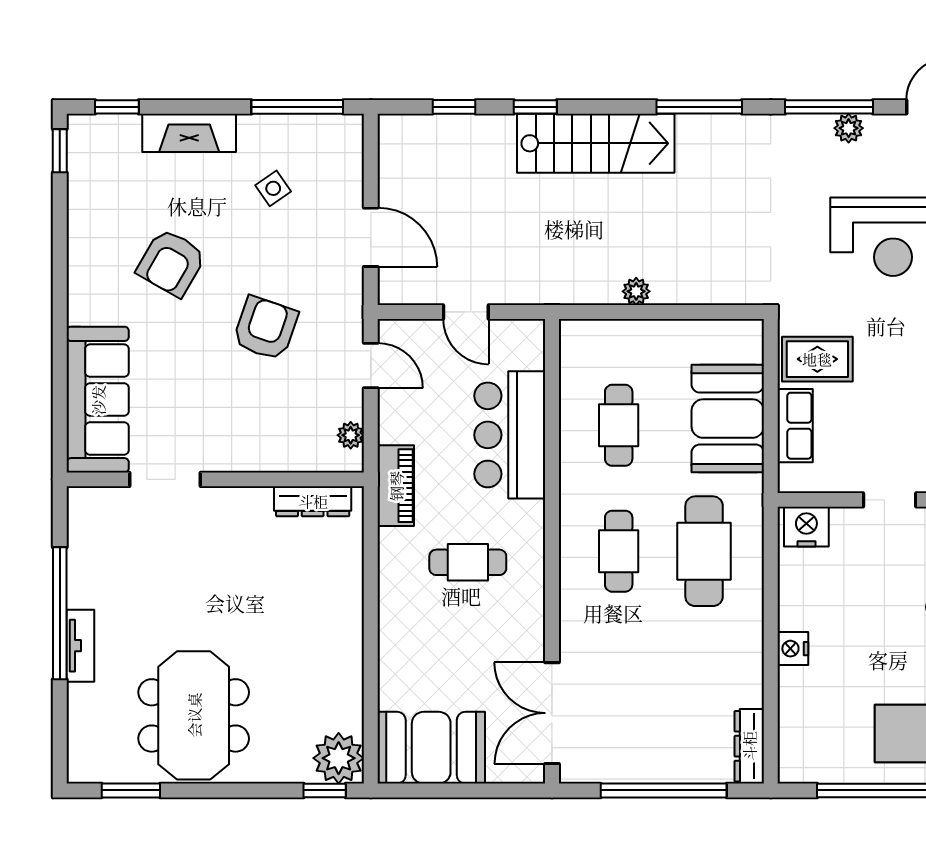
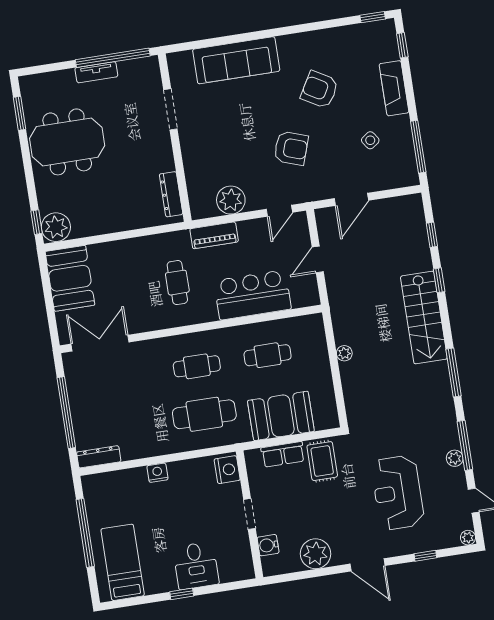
plant: (351, 435) -> (231, 200), width x1.88, depth x1.88
doorway: (165, 479) -> (170, 109), moved
wall: (215, 479) -> (175, 138), moved
dresser: (313, 501) -> (171, 194), moved

